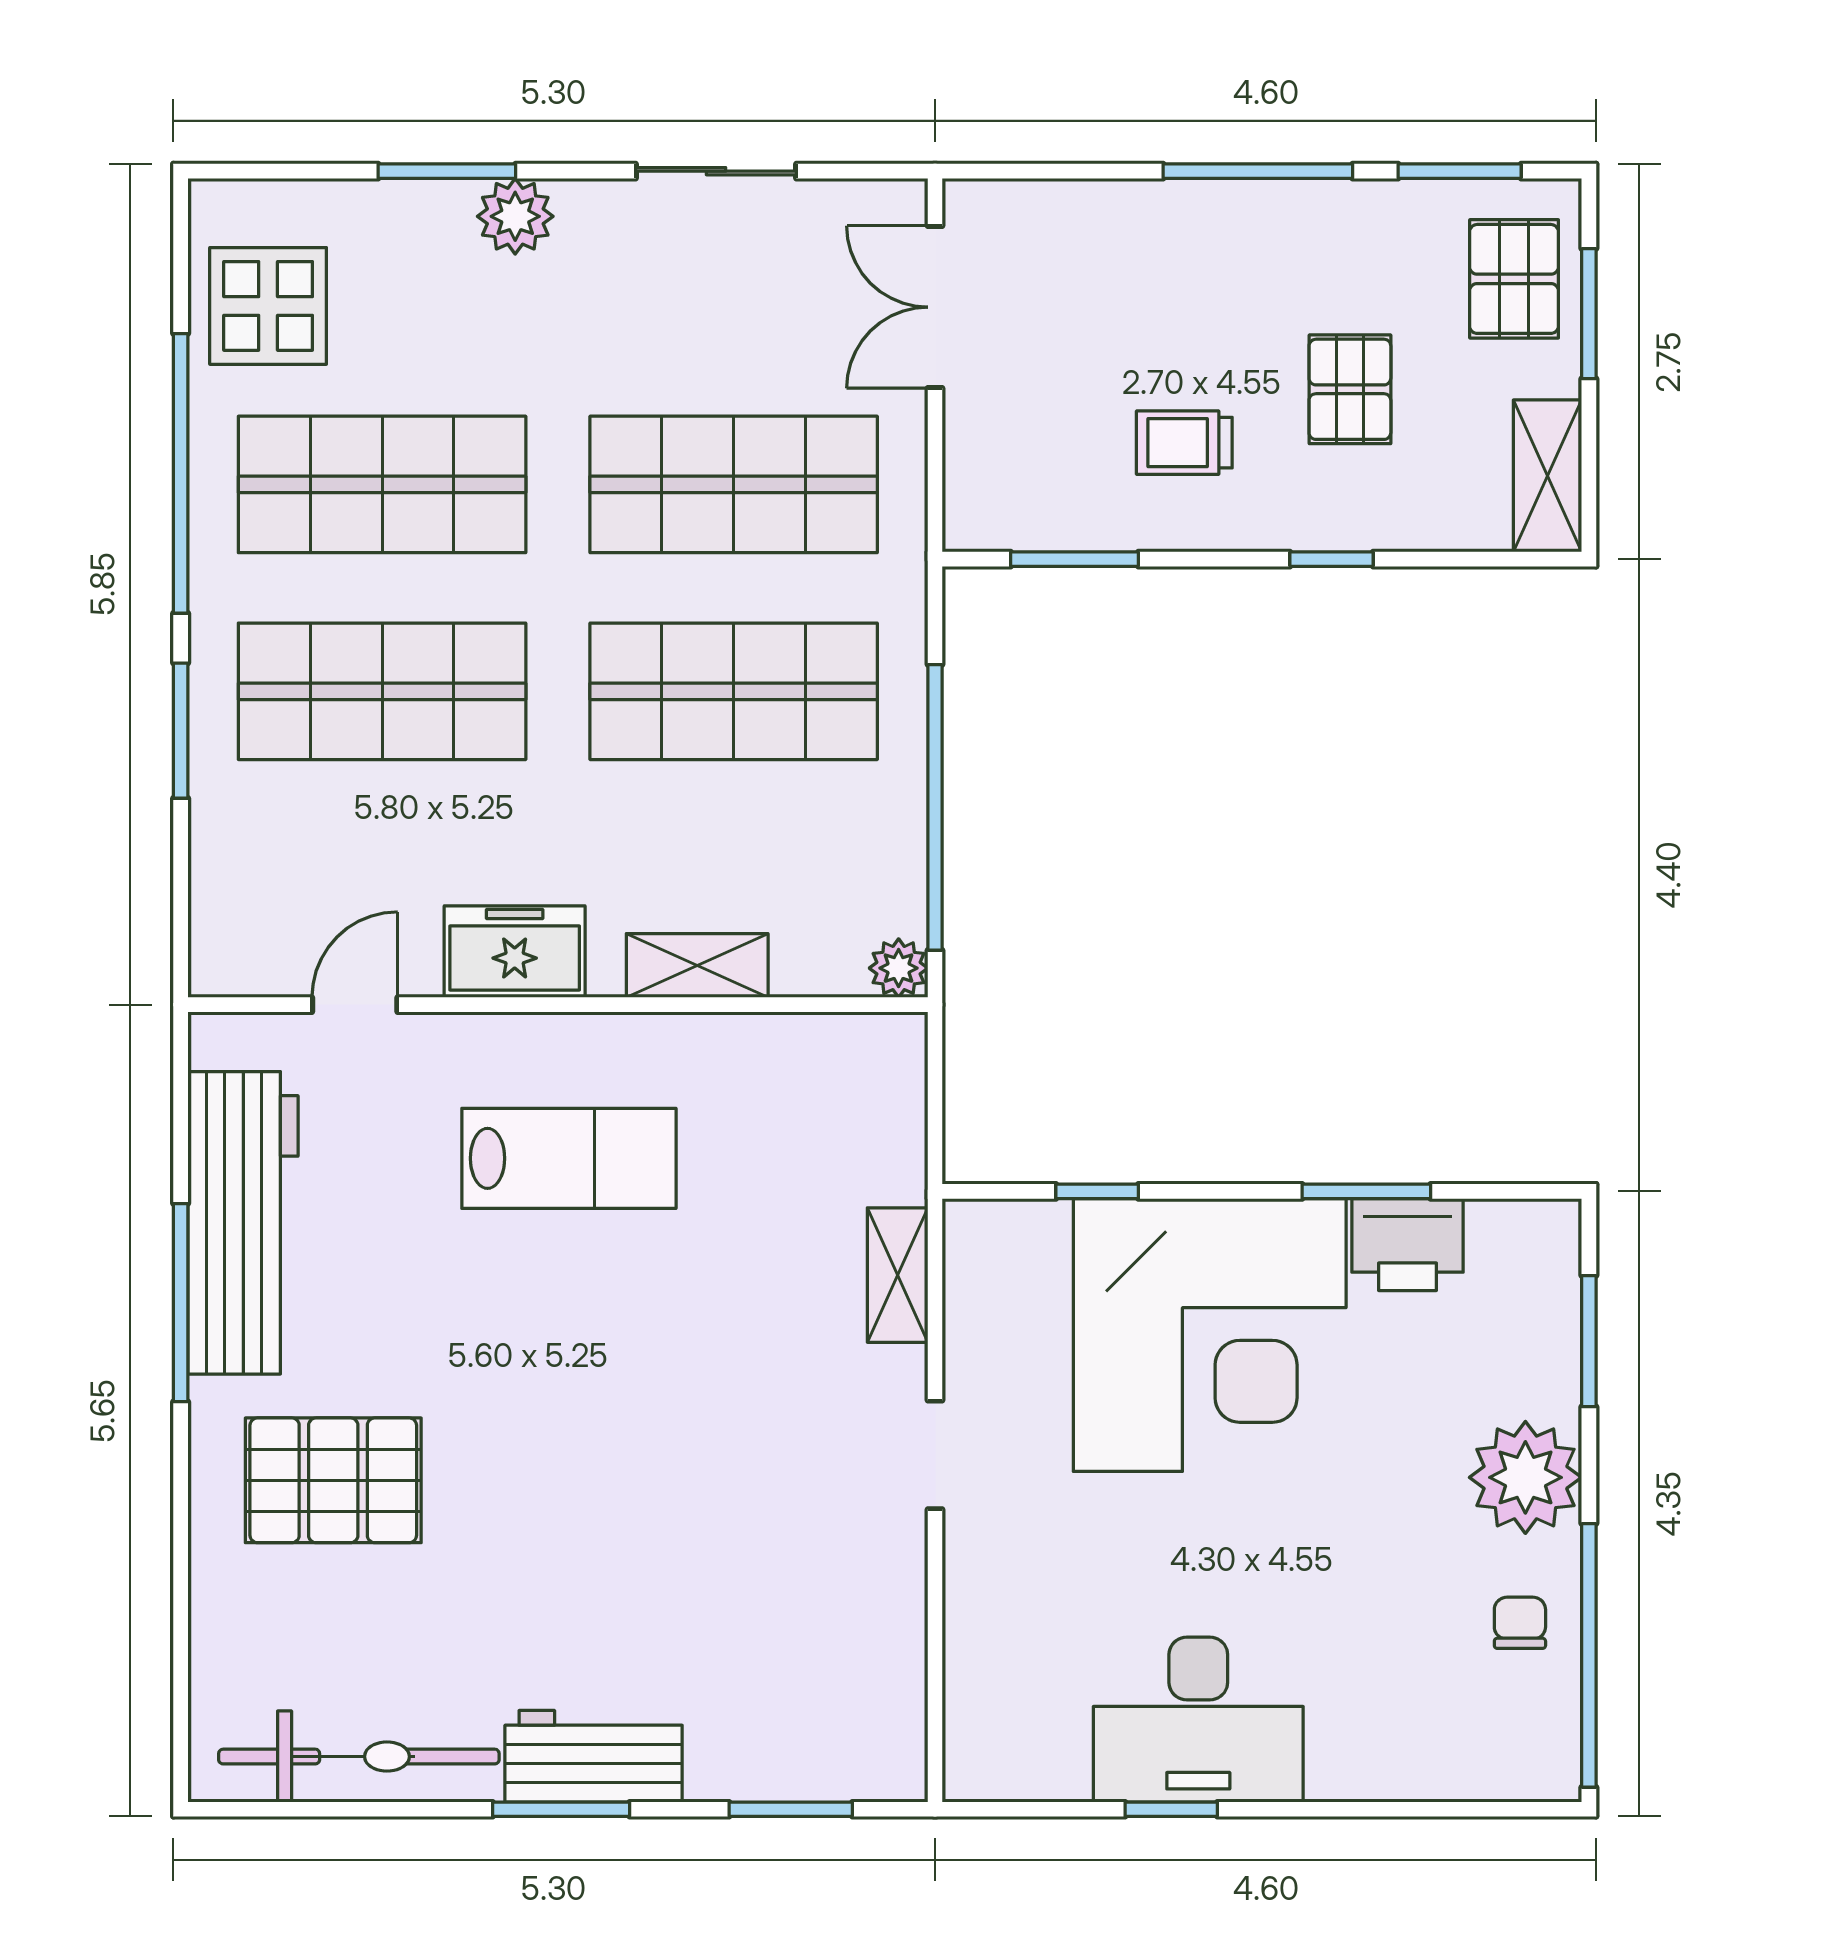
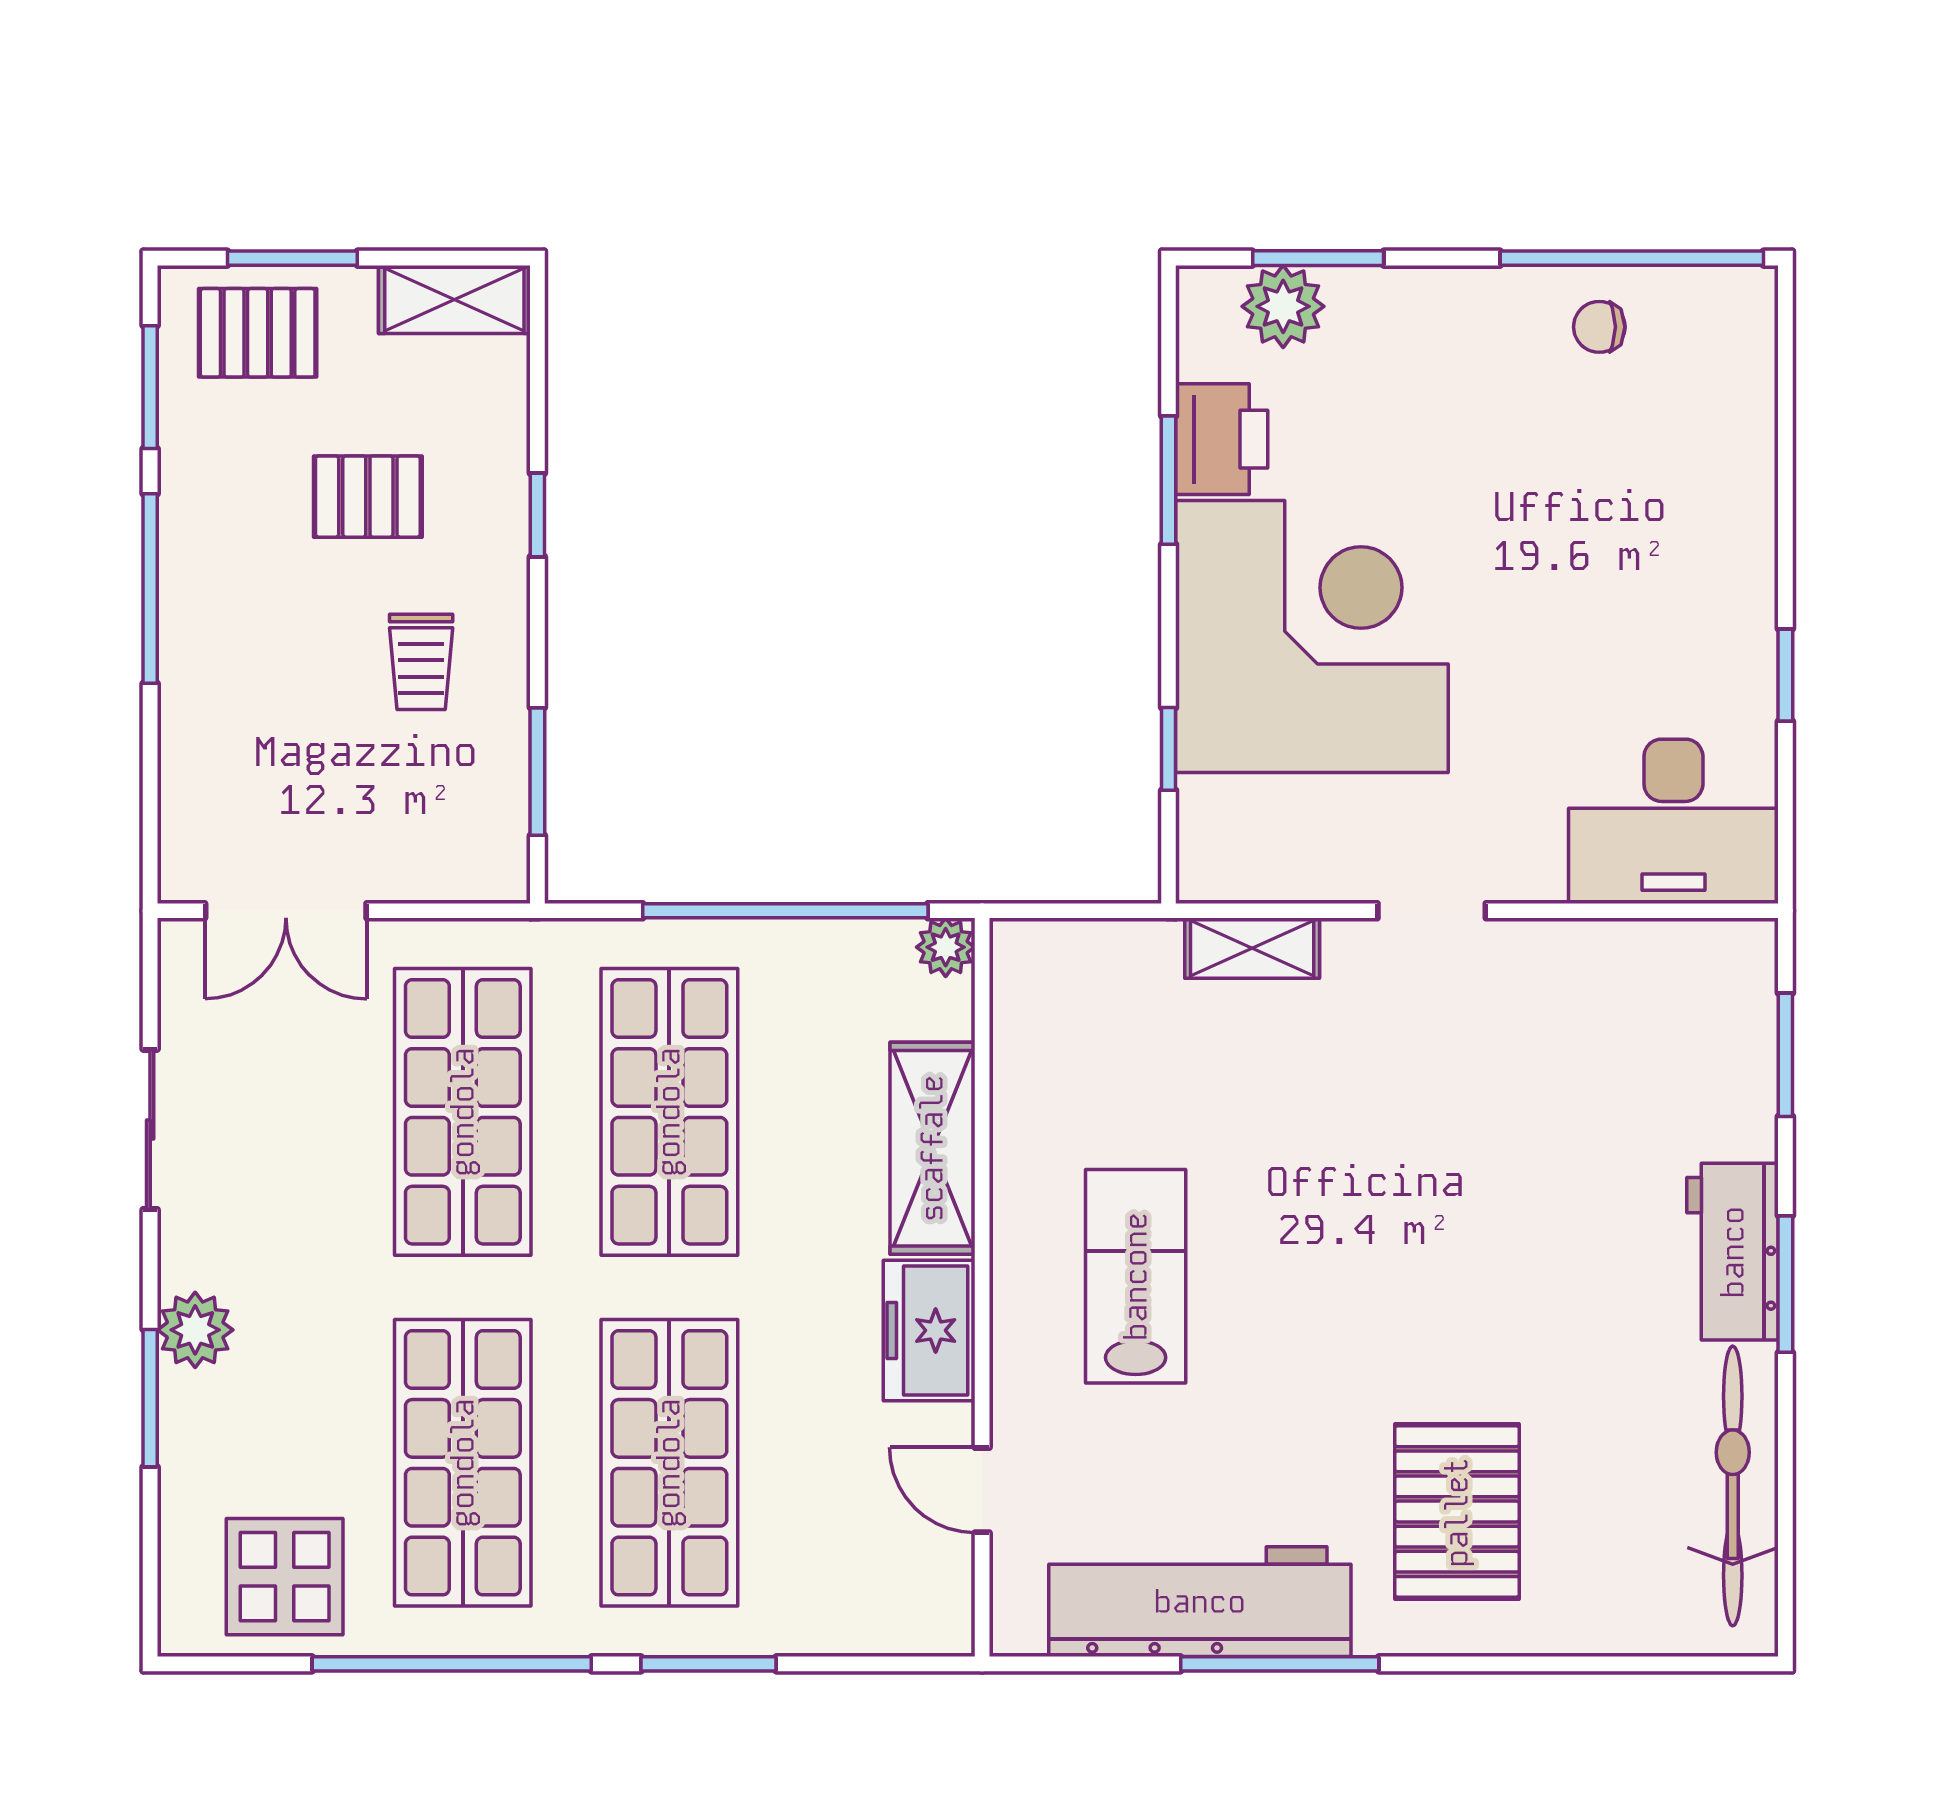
shelving: (697, 965) -> (932, 1148), width x1.50, depth x1.33
plant: (1525, 1477) -> (1283, 306), moved, width x0.73, depth x0.73
desk: (1198, 1720) -> (1673, 821), moved, turned 90

